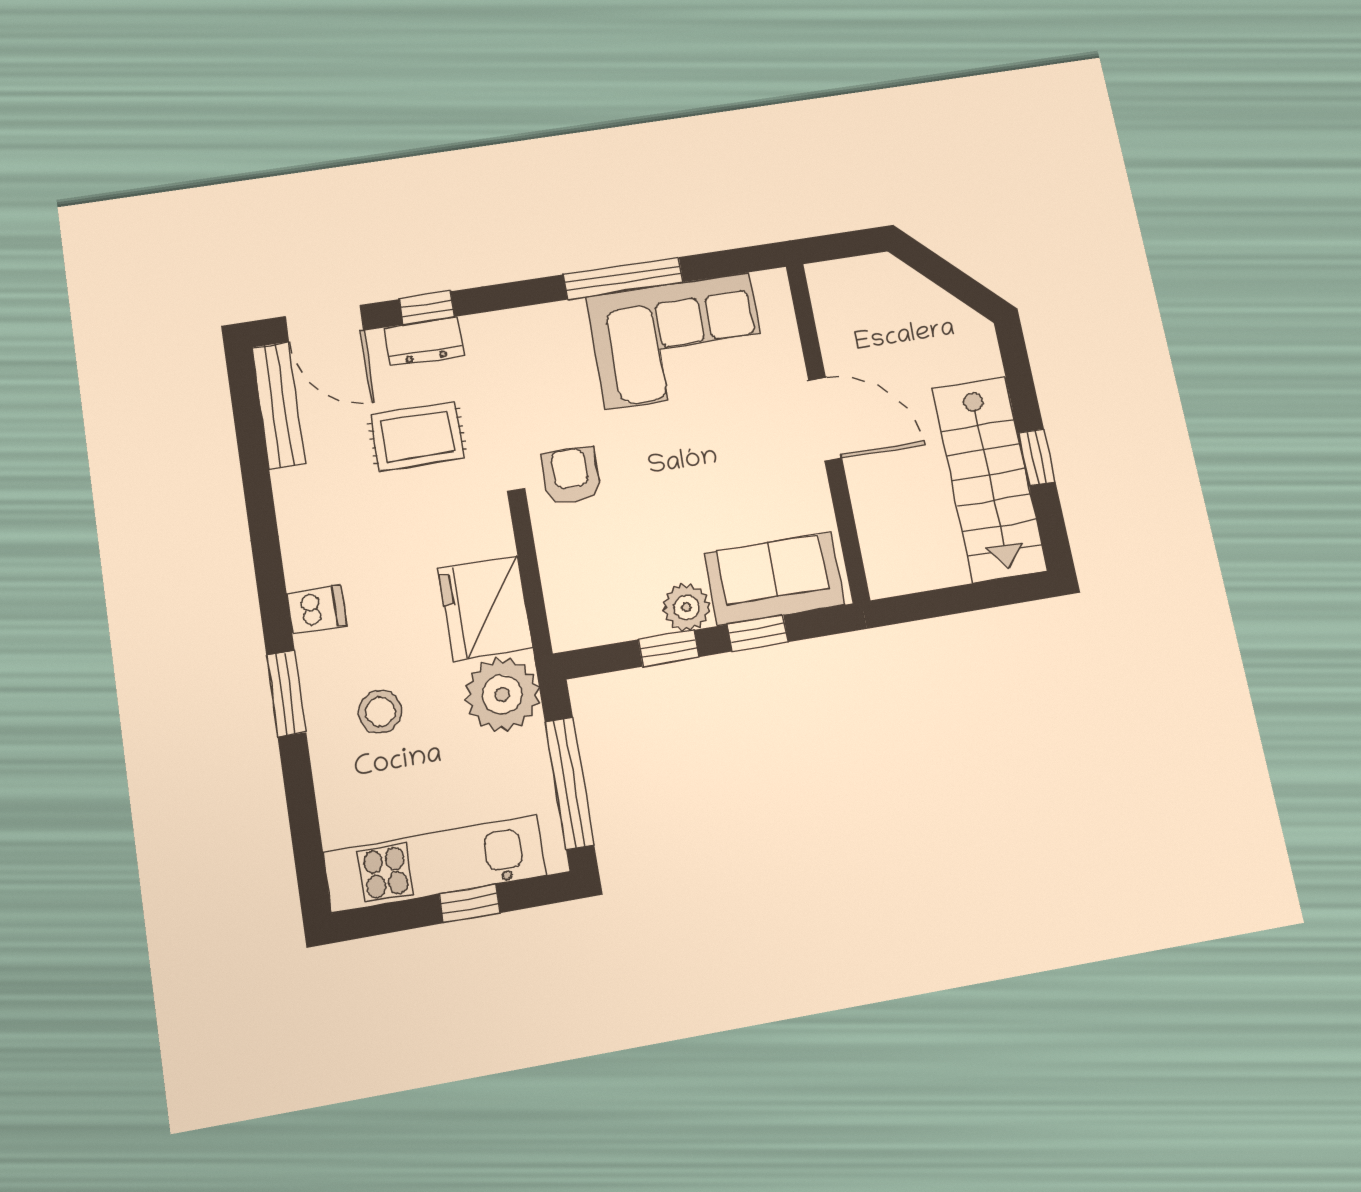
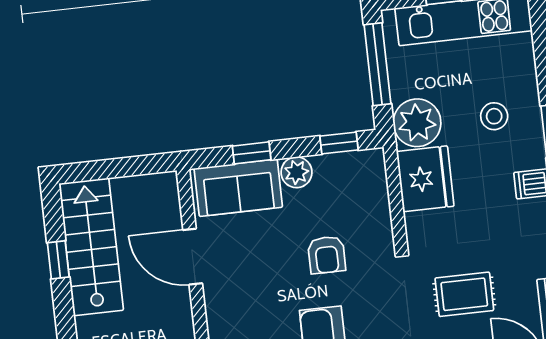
door: (825, 419) -> (193, 257), moved
armchair: (571, 476) -> (327, 255), moved
window: (669, 648) -> (339, 143), moved

